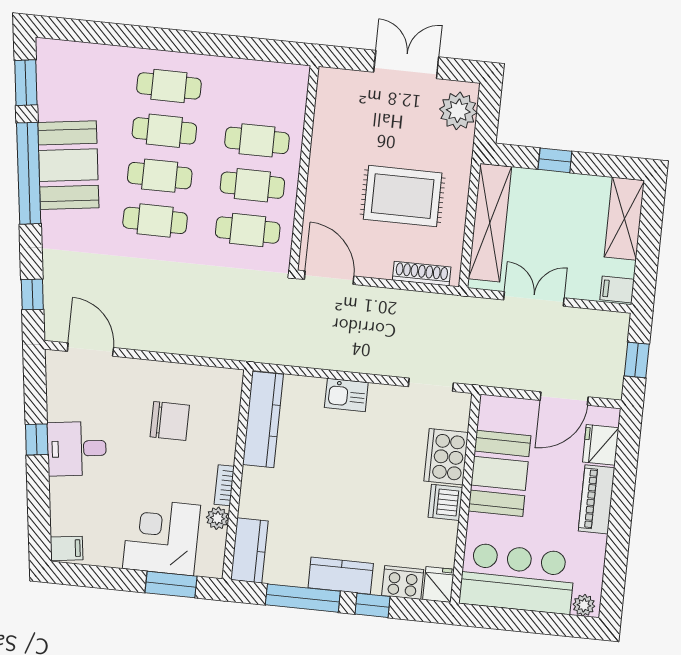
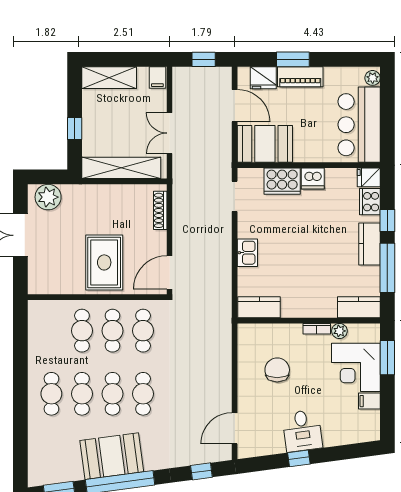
rug: (403, 196) -> (104, 262), moved
kitchen counter: (263, 419) -> (259, 307), width x0.67
booth: (500, 473) -> (265, 144), moved
window: (623, 491) -> (293, 59), added
filing cabinet: (67, 548) -> (369, 401), moved, turned -82

